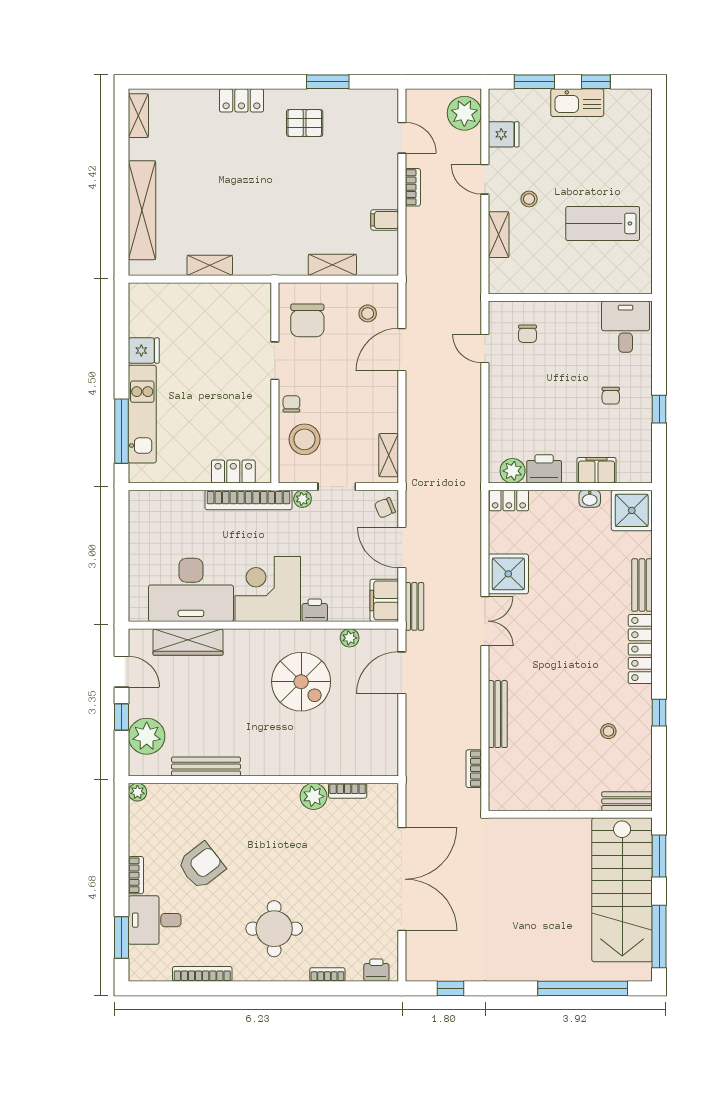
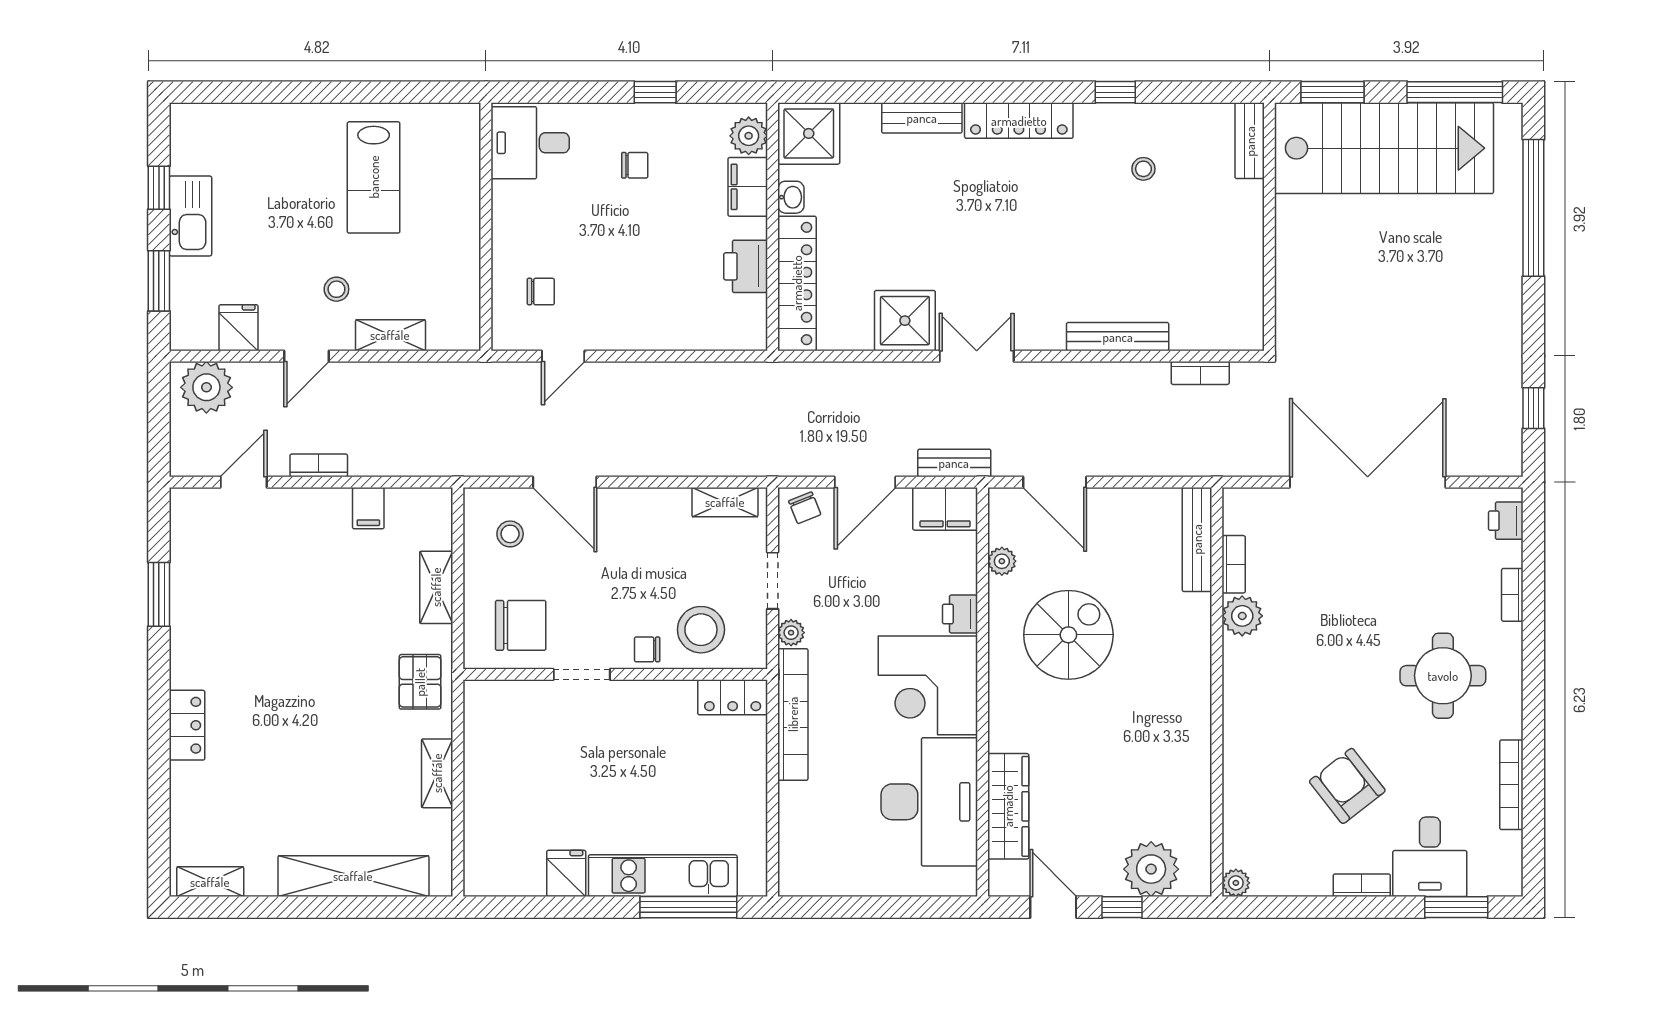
pallet: (305, 123) -> (420, 682), moved
plant: (513, 471) -> (749, 136), moved
locker: (233, 472) -> (733, 697), moved, turned -90
locker: (509, 501) -> (797, 283), width x2.16, depth x1.21
door: (122, 672) -> (1053, 907), hinge flipped
bench: (206, 767) -> (1197, 539), moved

